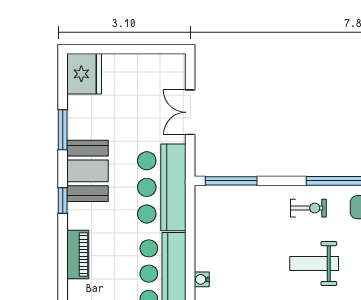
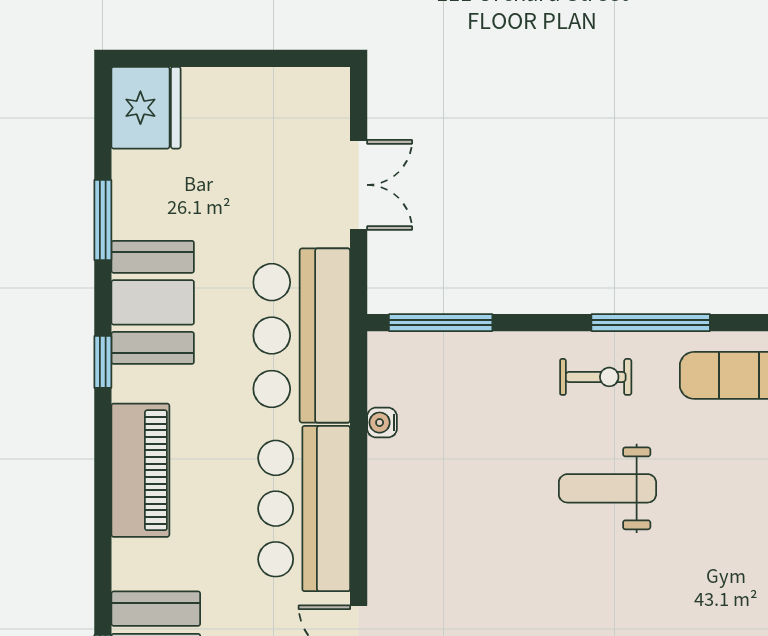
double door: (190, 112) -> (359, 185), swing flipped
piano: (78, 255) -> (140, 470), width x1.37, depth x1.33
water cooler: (202, 279) -> (382, 423), moved

